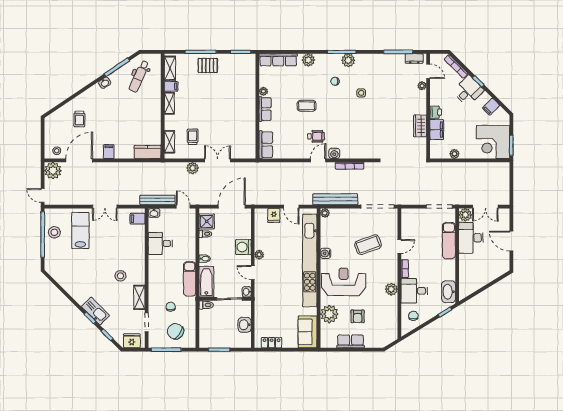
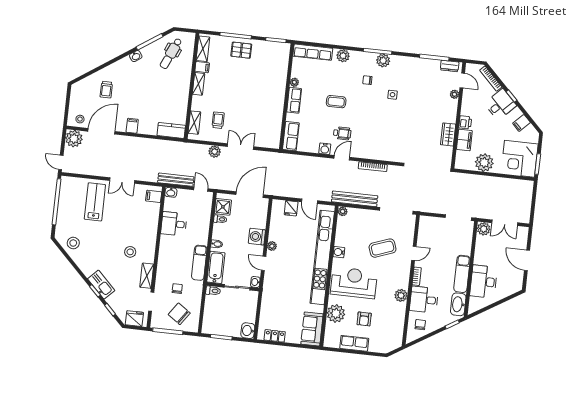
water cooler: (334, 153) -> (325, 149), moved
plant: (454, 154) -> (484, 163), width x1.87, depth x1.87
stool: (54, 232) -> (73, 243), moved
desk: (471, 238) -> (484, 282), moved
exam couch: (449, 241) -> (462, 274), moved
washbasin: (245, 325) -> (248, 331), moved

